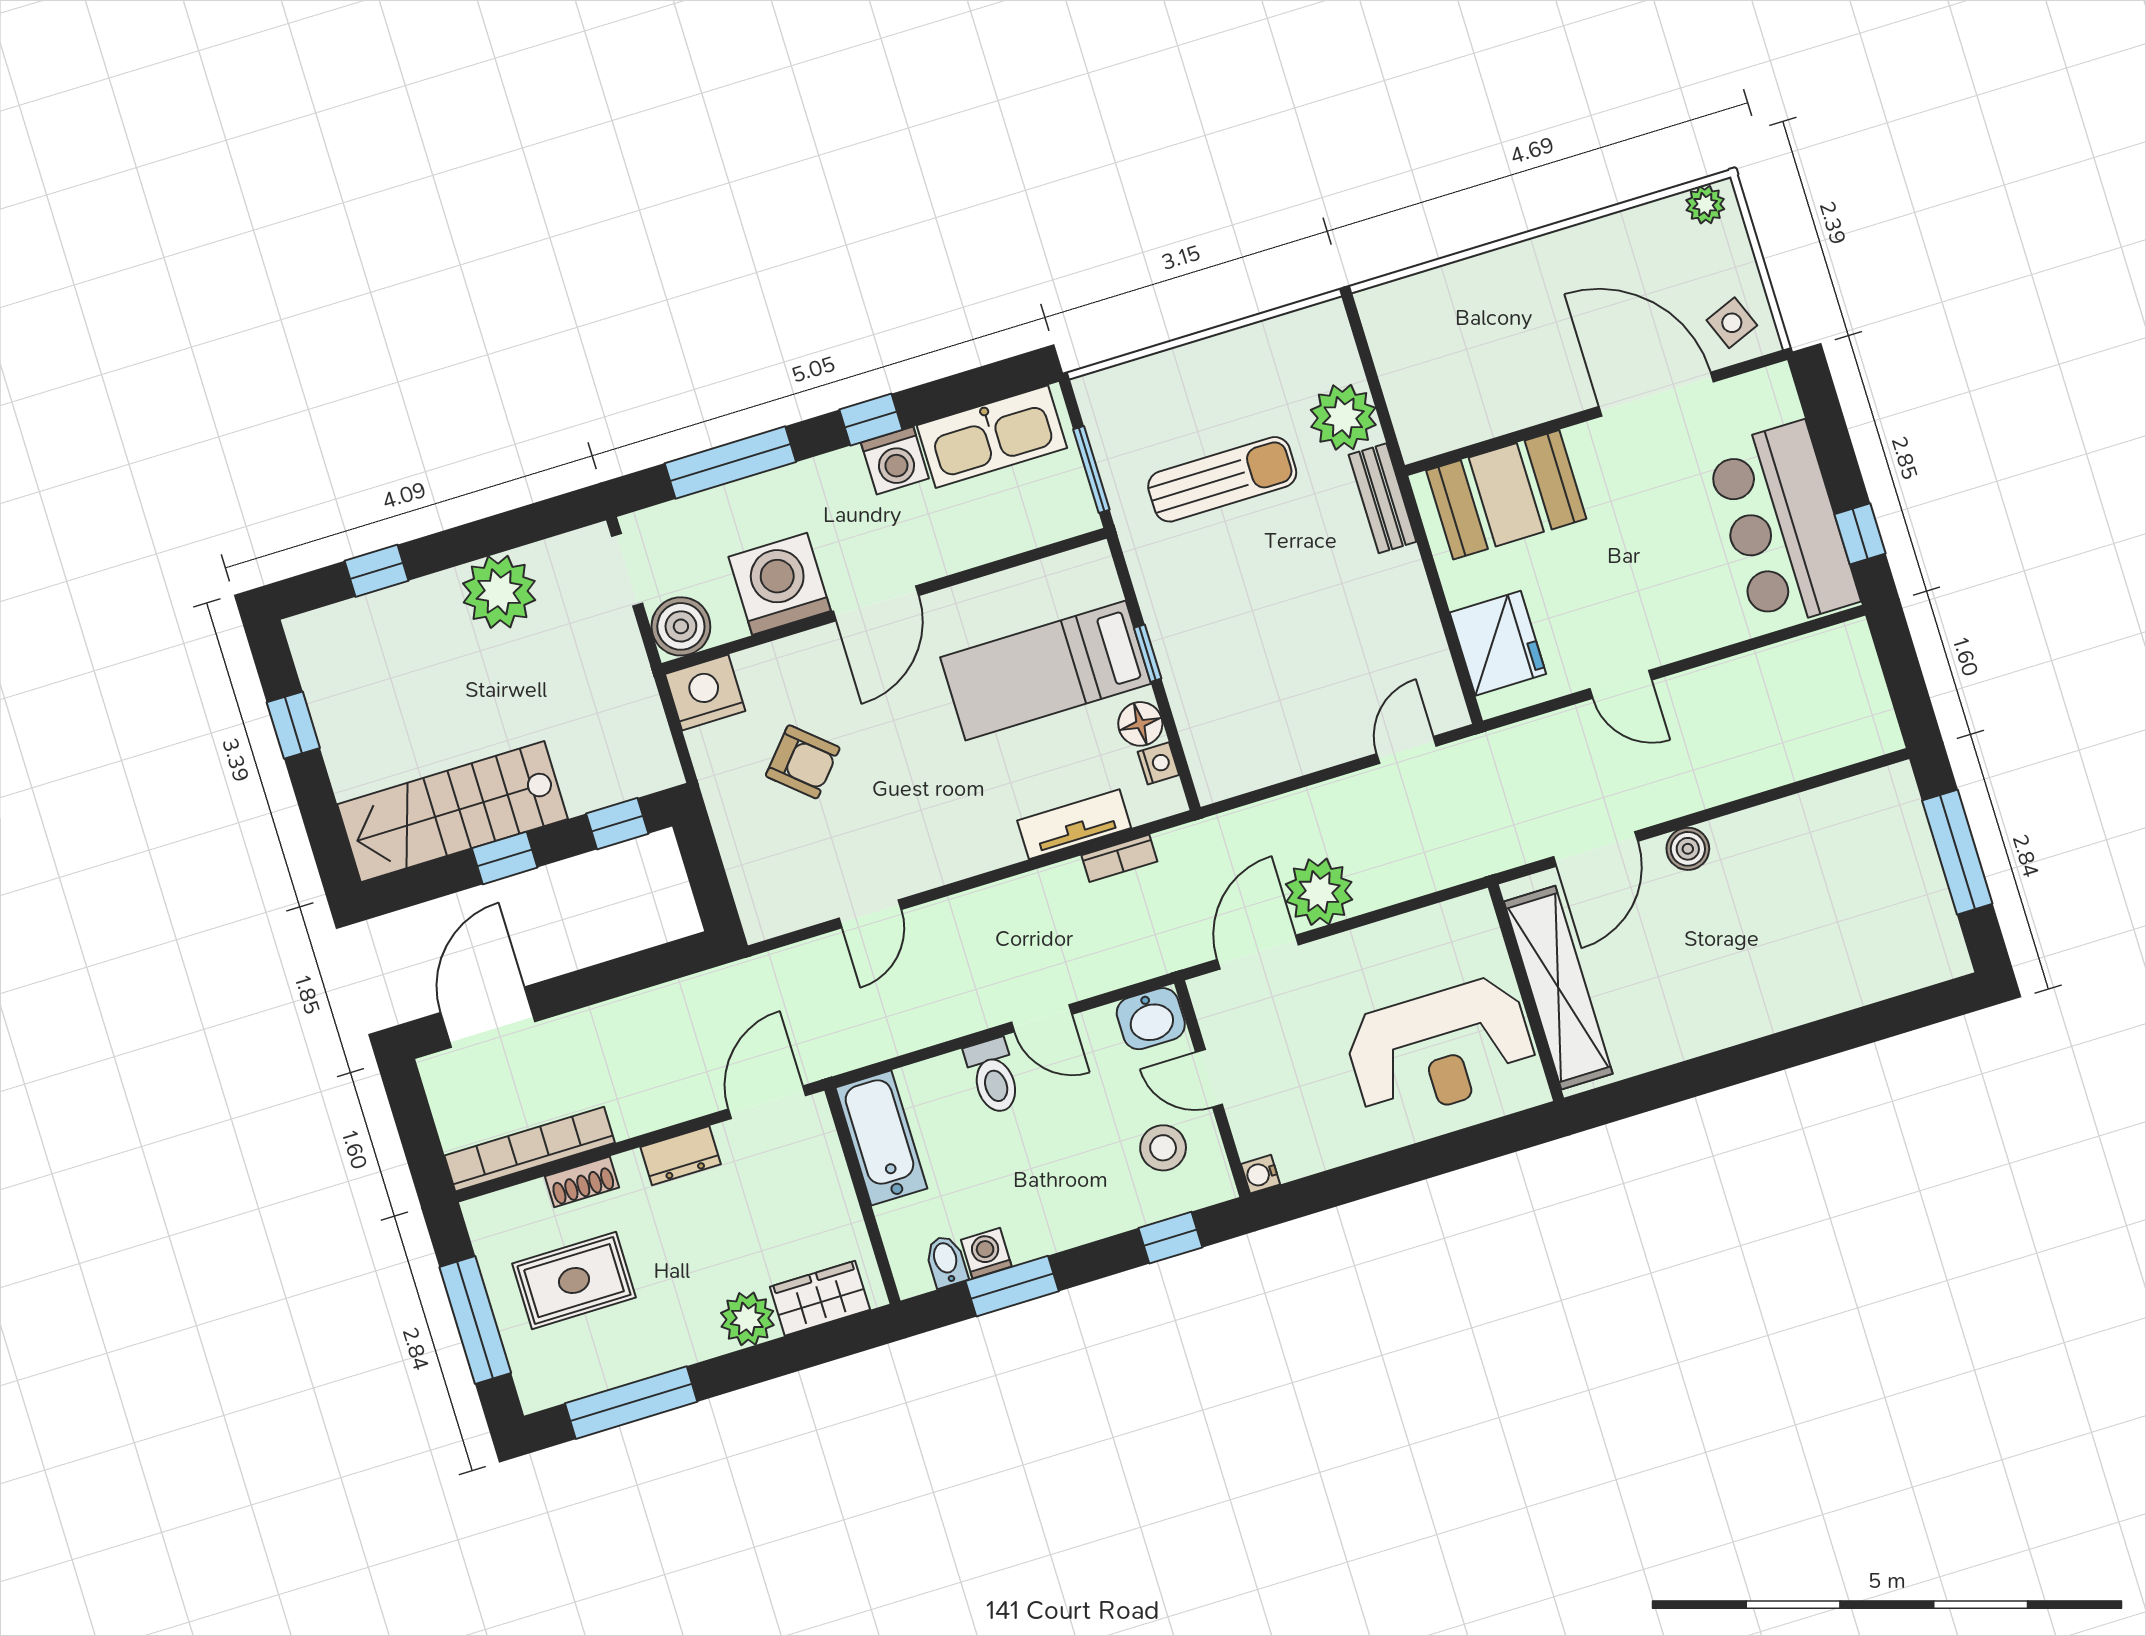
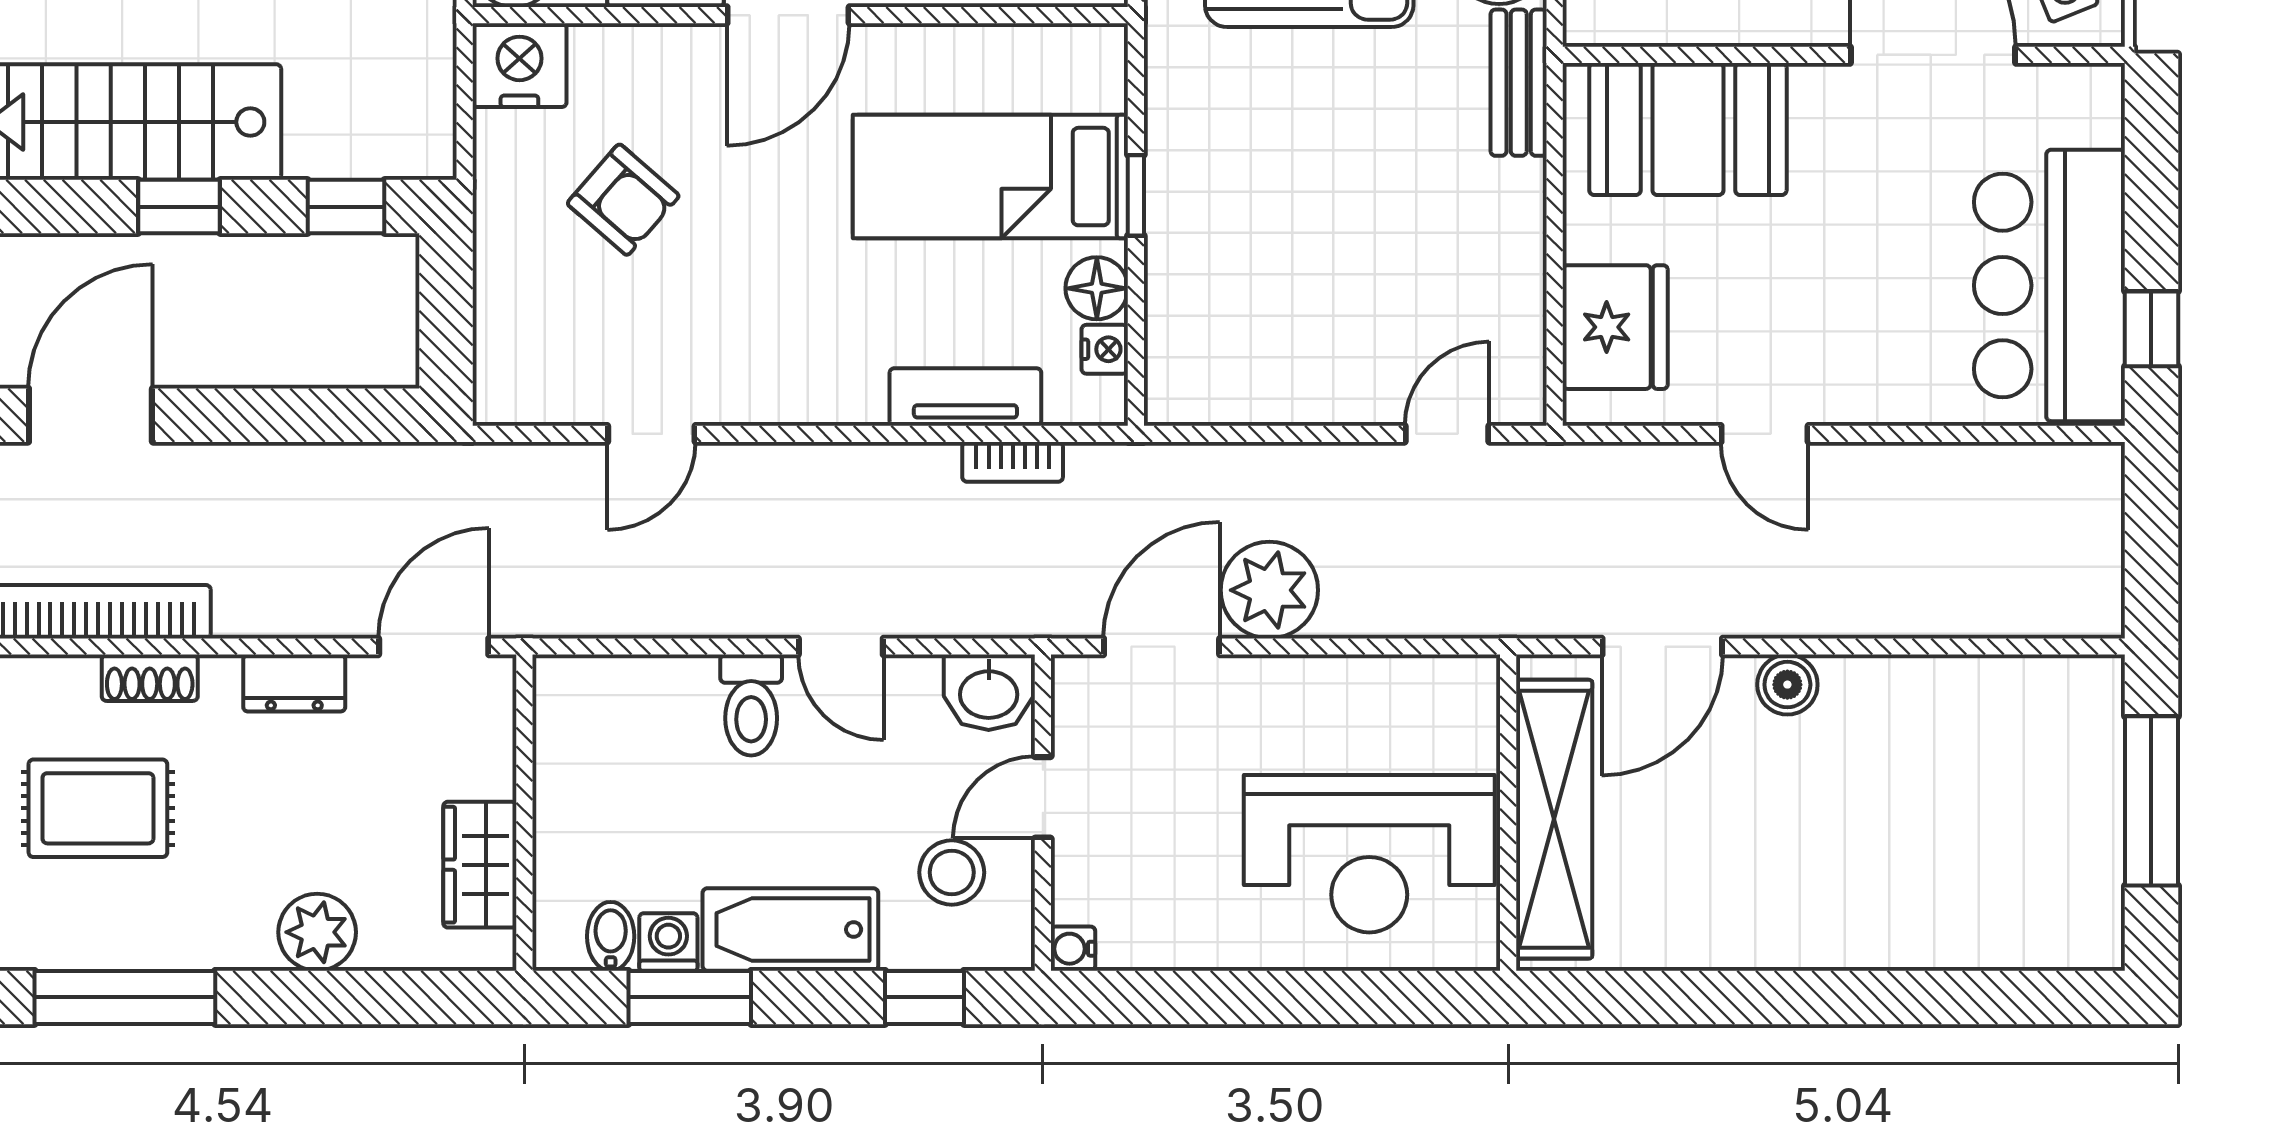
door: (1209, 1078) -> (1043, 797), hinge flipped
bathtub: (881, 1138) -> (790, 929), moved, turned -90
wardrobe: (820, 1298) -> (480, 865), moved, turned -90

